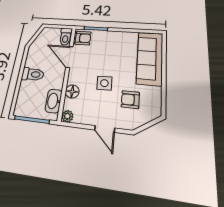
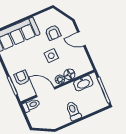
armchair: (83, 38) -> (22, 78), moved
door: (69, 57) -> (46, 92), swing flipped
plant: (67, 116) -> (60, 79), moved
door: (105, 129) -> (81, 39), swing flipped

